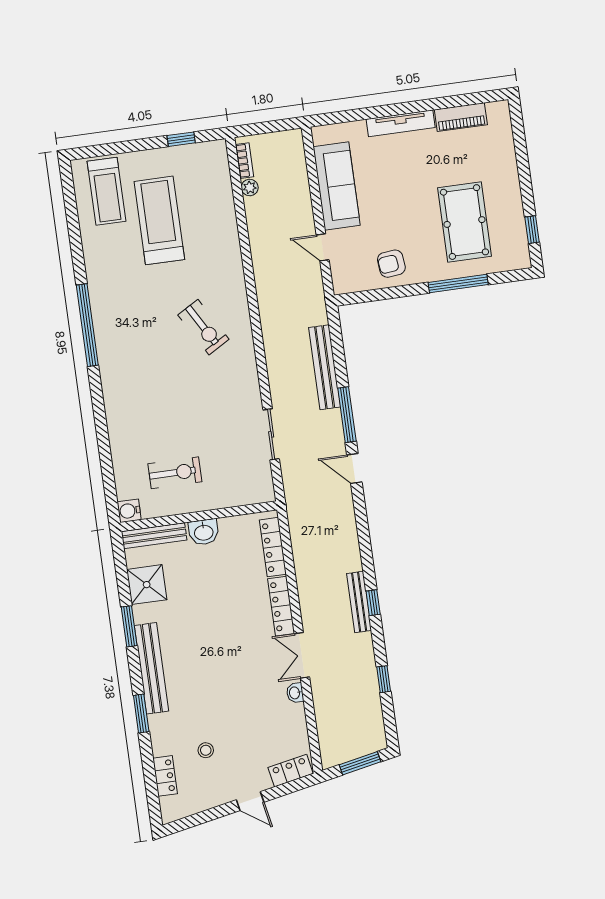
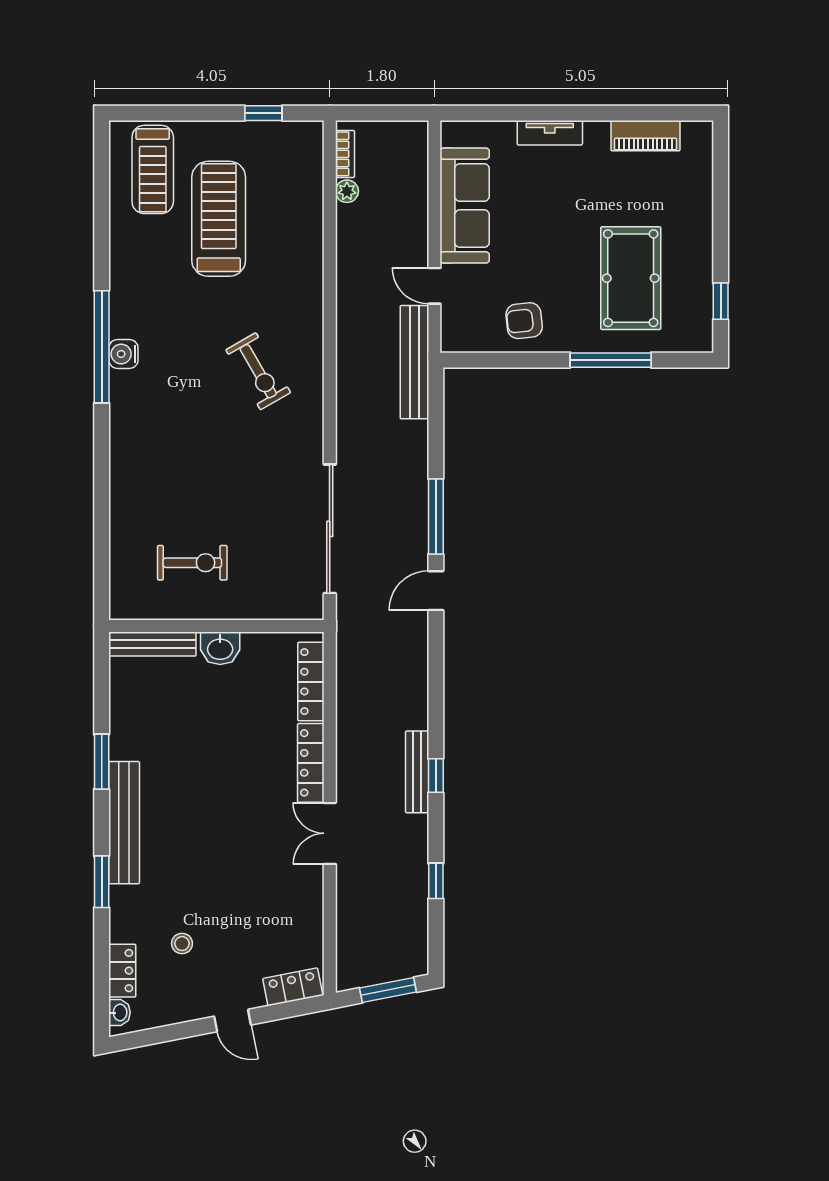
tv unit: (401, 123) -> (550, 133), width x0.71
bench: (325, 367) -> (414, 362), moved
sliding door: (271, 434) -> (330, 529), width x1.86
door: (354, 468) -> (436, 591), hinge flipped
water cooler: (129, 511) -> (123, 354), moved
shower: (147, 585) -> (133, 709), removed
washbasin: (295, 693) -> (119, 1013), moved, turned 180

